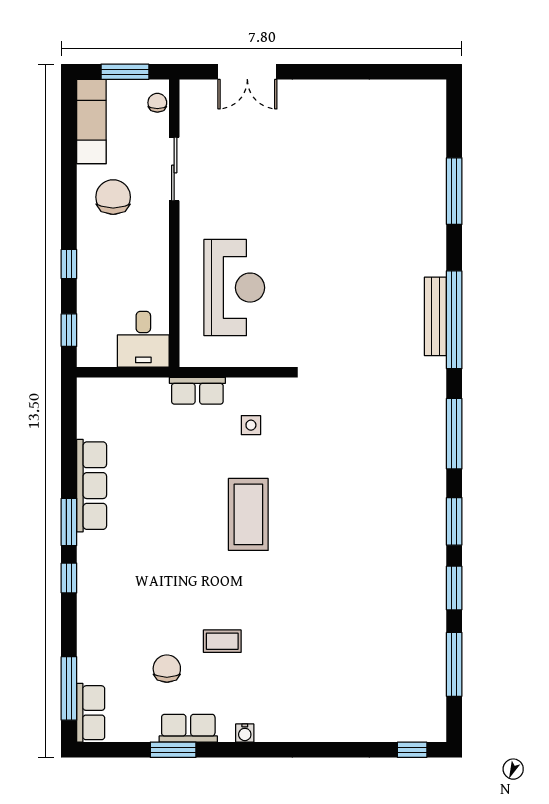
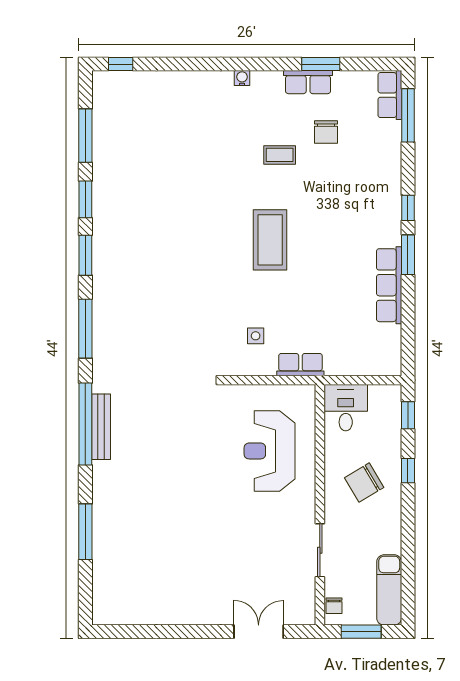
chair: (113, 197) -> (364, 483), moved, turned 59
coffee table: (248, 514) -> (270, 240), moved
water cooler: (245, 733) -> (242, 78), moved

